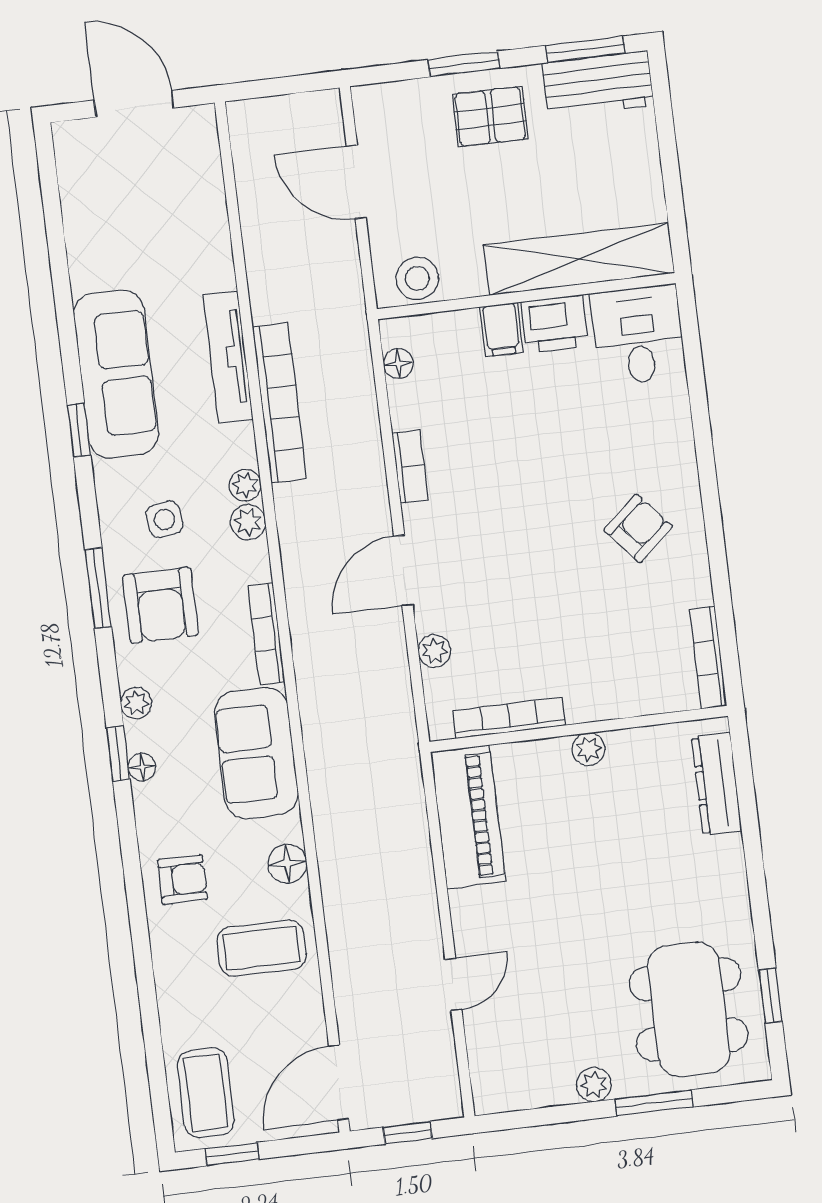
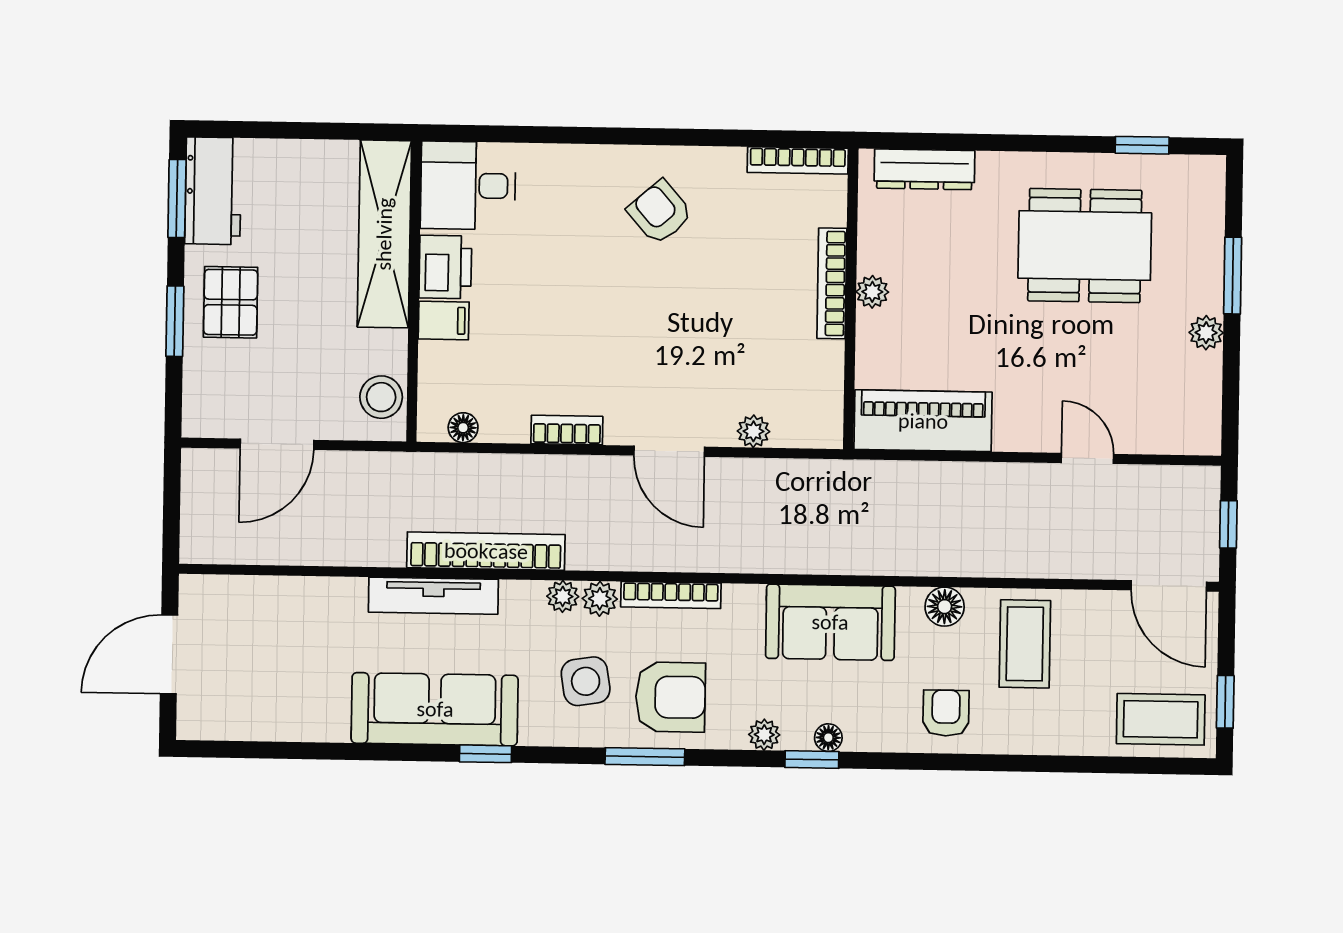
side table: (164, 519) -> (586, 681), width x1.37, depth x1.37
bookcase: (266, 634) -> (671, 595), moved
bookcase: (509, 718) -> (832, 283), moved
dining table: (689, 1009) -> (1085, 246), moved

